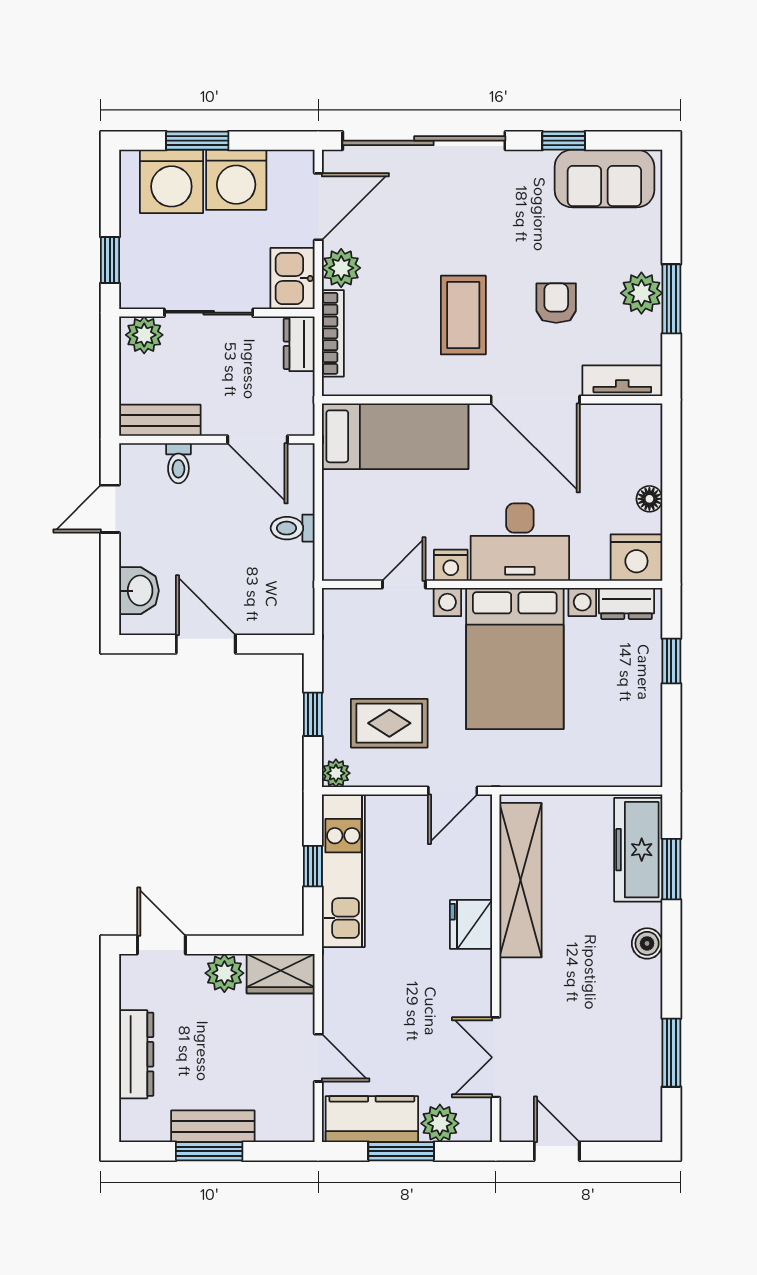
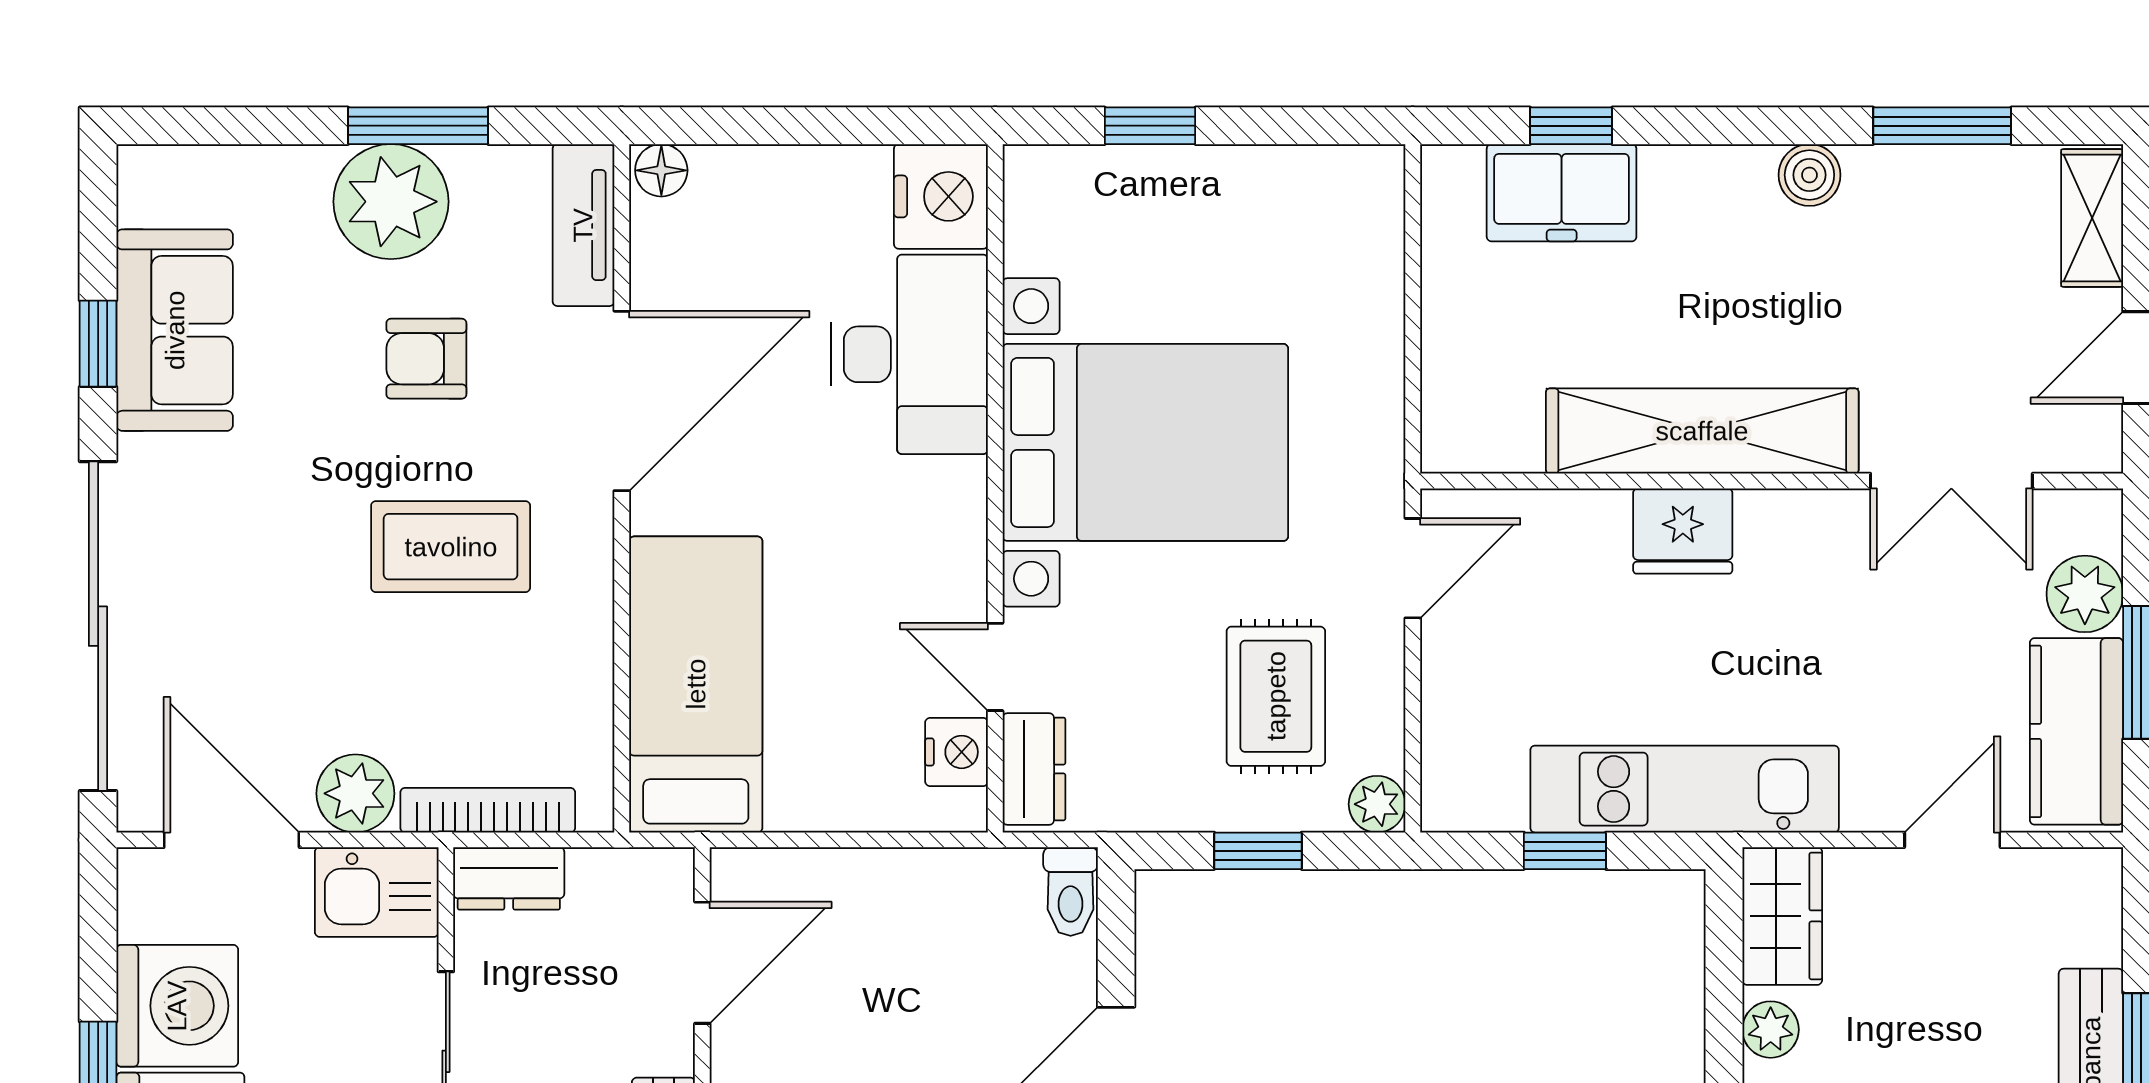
sofa: (604, 179) -> (175, 330), moved
plant: (641, 293) -> (391, 202), width x1.36, depth x1.36
floor lamp: (649, 499) -> (661, 170), moved
toilet: (293, 528) -> (1071, 892), moved
desk: (520, 542) -> (910, 354), moved
nightstand: (451, 565) -> (957, 752), moved
dresser: (627, 604) -> (1034, 769), moved
door: (453, 791) -> (1413, 568), hinge flipped
freezer: (638, 850) -> (1562, 193), width x0.71
window: (671, 869) -> (1571, 126), width x0.67
kitchen unit: (343, 871) -> (1685, 789), moved
shelving: (520, 880) -> (1702, 431), moved
boiler: (647, 943) -> (1809, 175), moved
plant: (224, 973) -> (1771, 1030), width x0.73, depth x0.73
shelving: (626, 1127) -> (2092, 218), added

